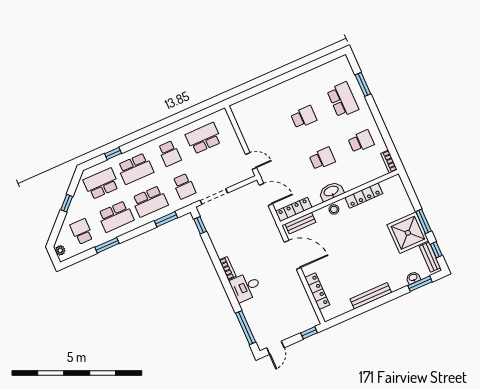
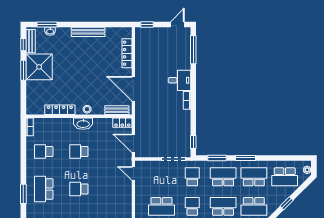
locker: (294, 209) -> (122, 123), width x0.66
school desk: (82, 232) -> (285, 177), width x1.85
window: (107, 245) -> (245, 158), moved

